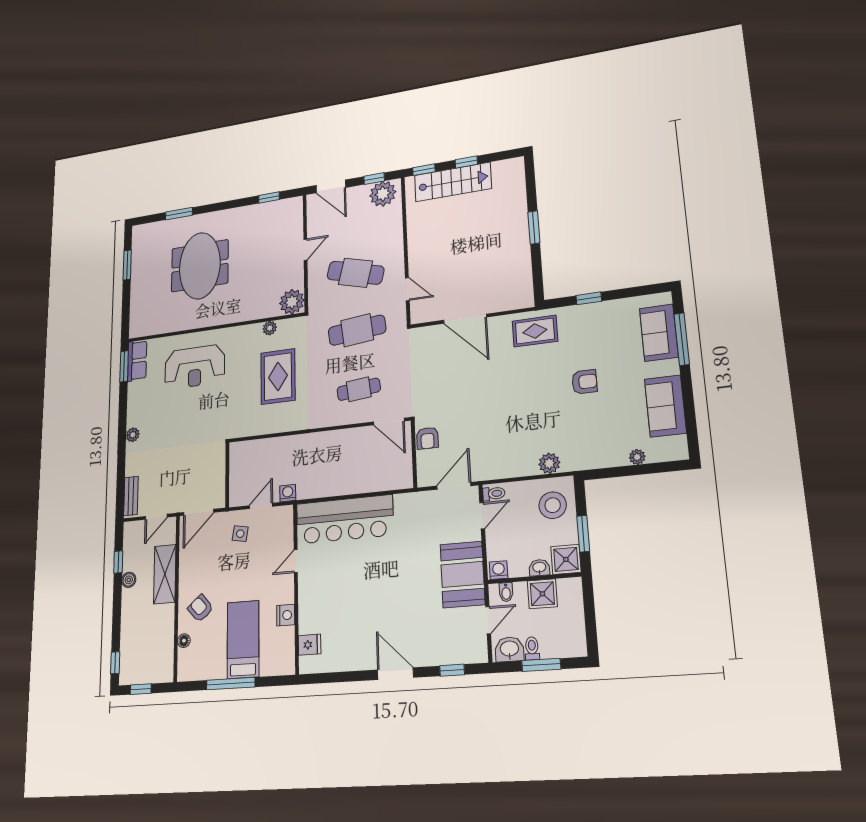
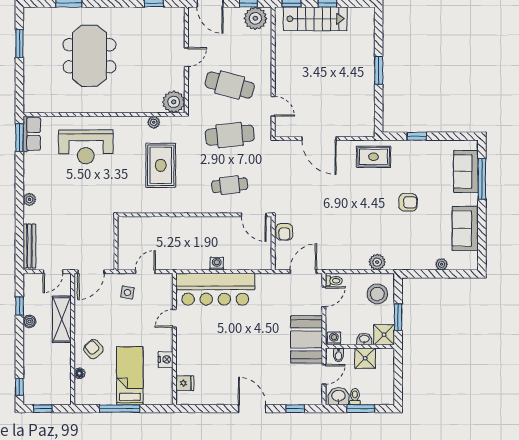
washing machine: (288, 493) -> (217, 264), moved
bench: (131, 496) -> (29, 246), width x1.36

